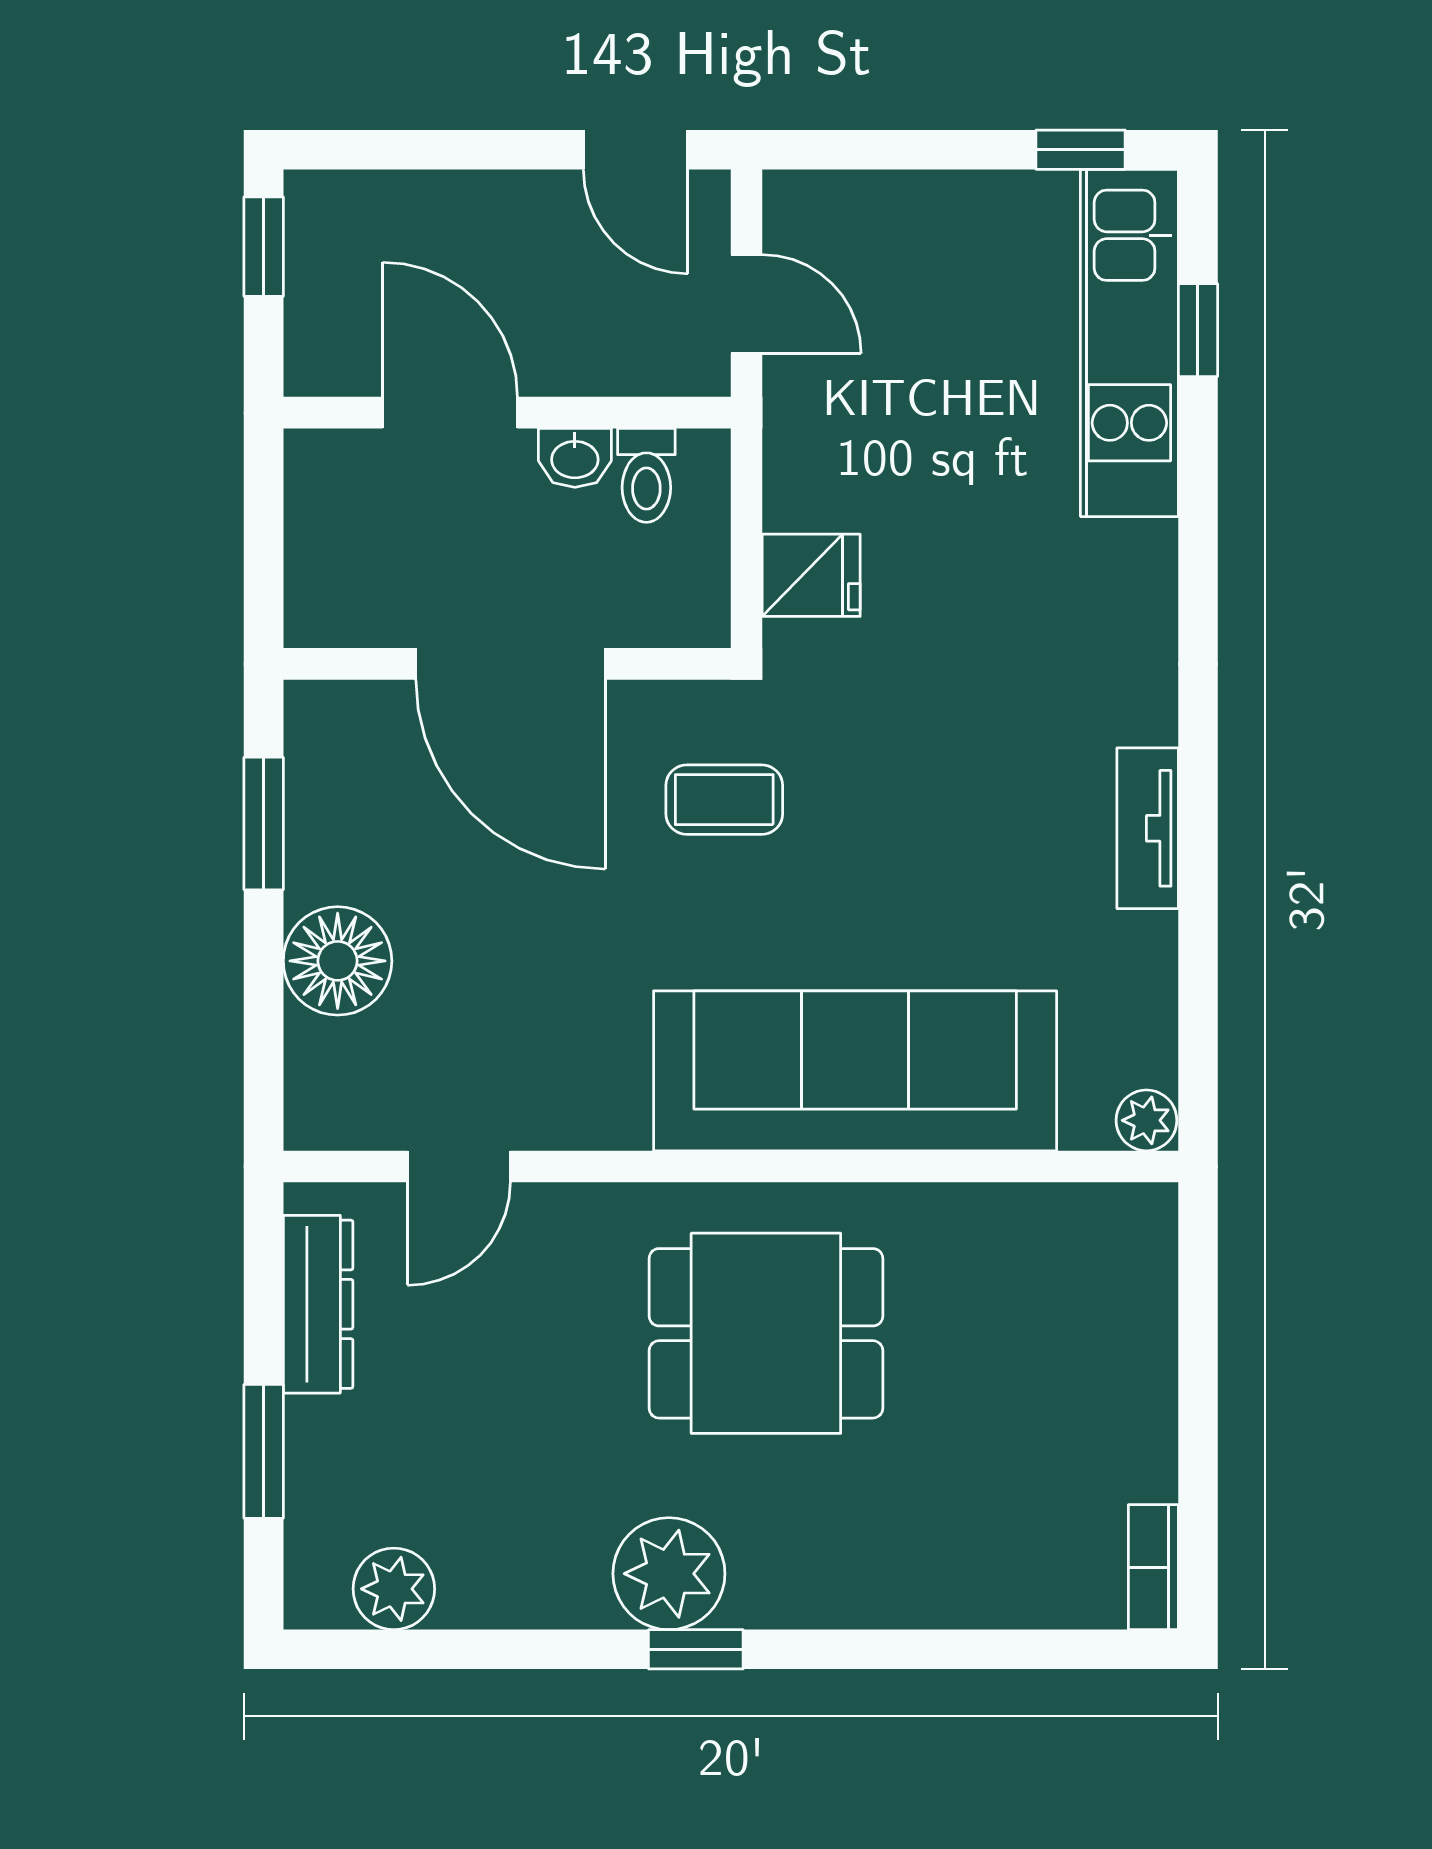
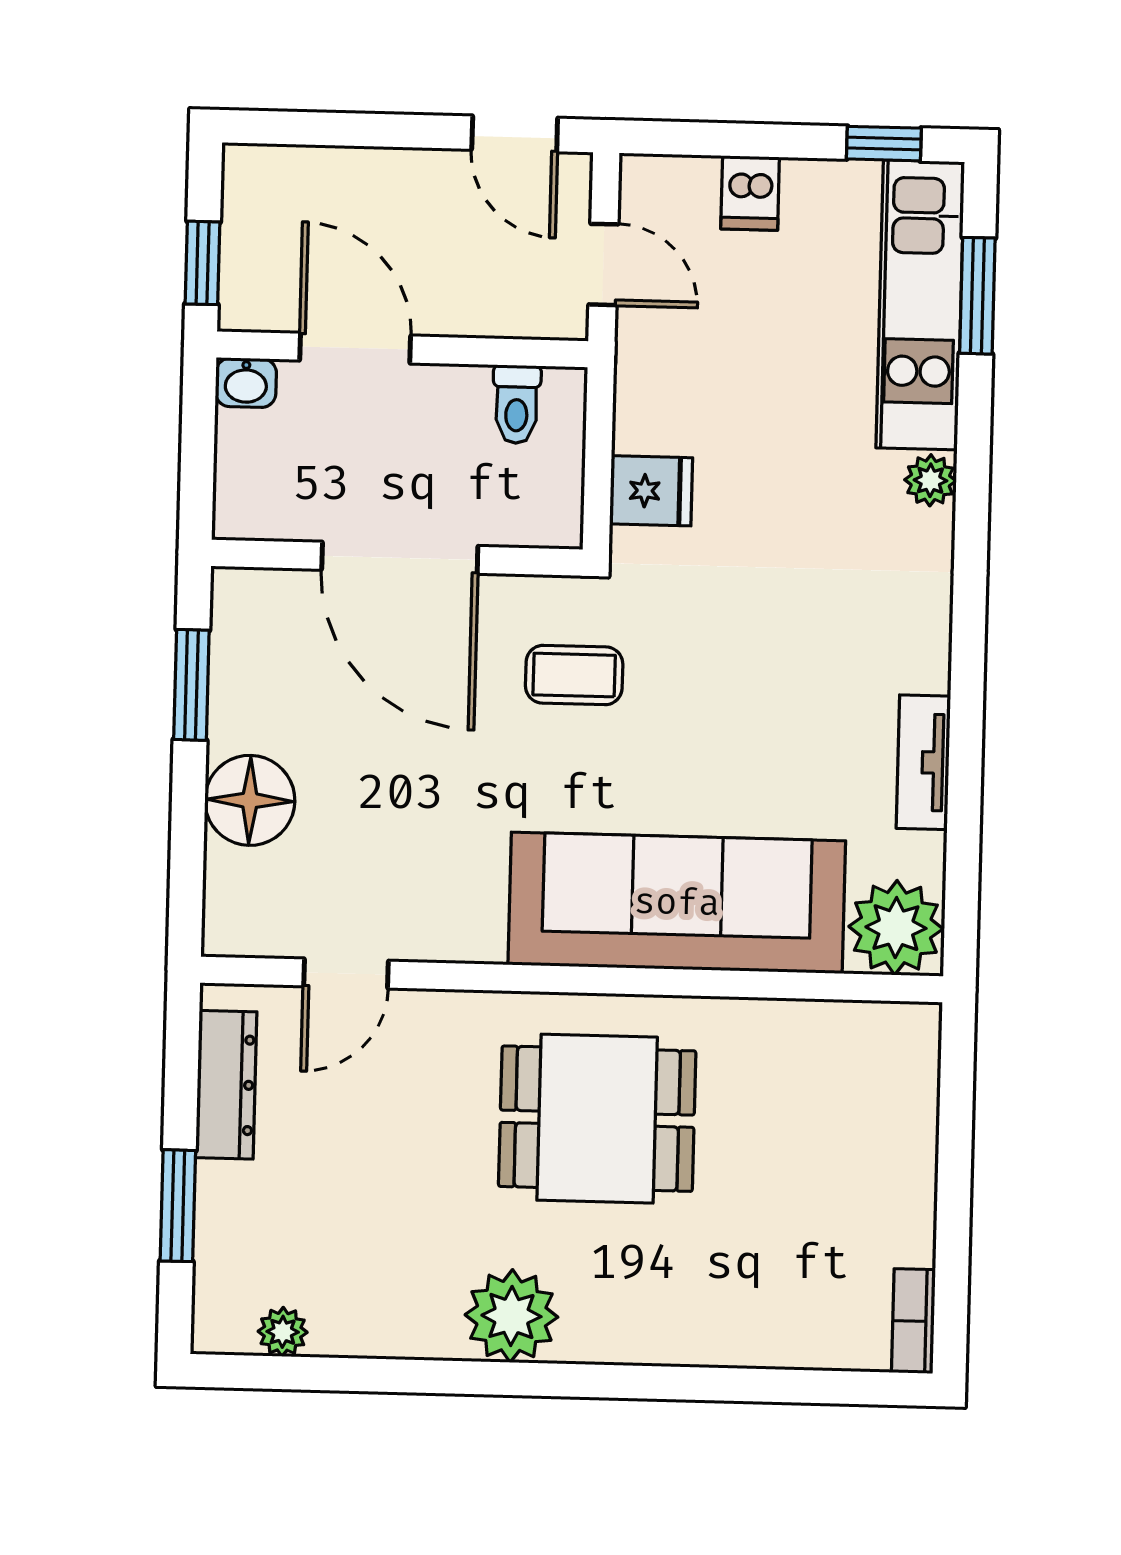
dishwasher: (921, 213) -> (750, 193), added
window: (264, 247) -> (203, 263), moved
window: (1198, 330) -> (977, 296), width x1.50
washbasin: (575, 458) -> (246, 383), moved
plant: (1147, 554) -> (930, 480), added
tv unit: (1148, 828) -> (923, 762), moved
plant: (1146, 1120) -> (896, 928), width x1.87, depth x1.87
plant: (394, 1589) -> (283, 1332), width x0.73, depth x0.73
window: (696, 1649) -> (532, 1379), removed

